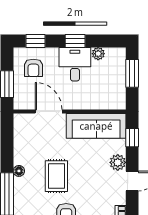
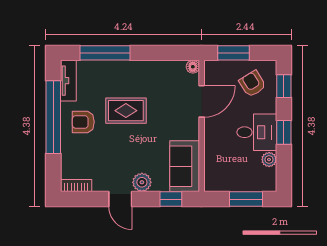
armchair: (33, 68) -> (252, 84), turned 58
sofa: (96, 126) -> (185, 166), width x0.73
floor lamp: (19, 171) -> (193, 67), moved

